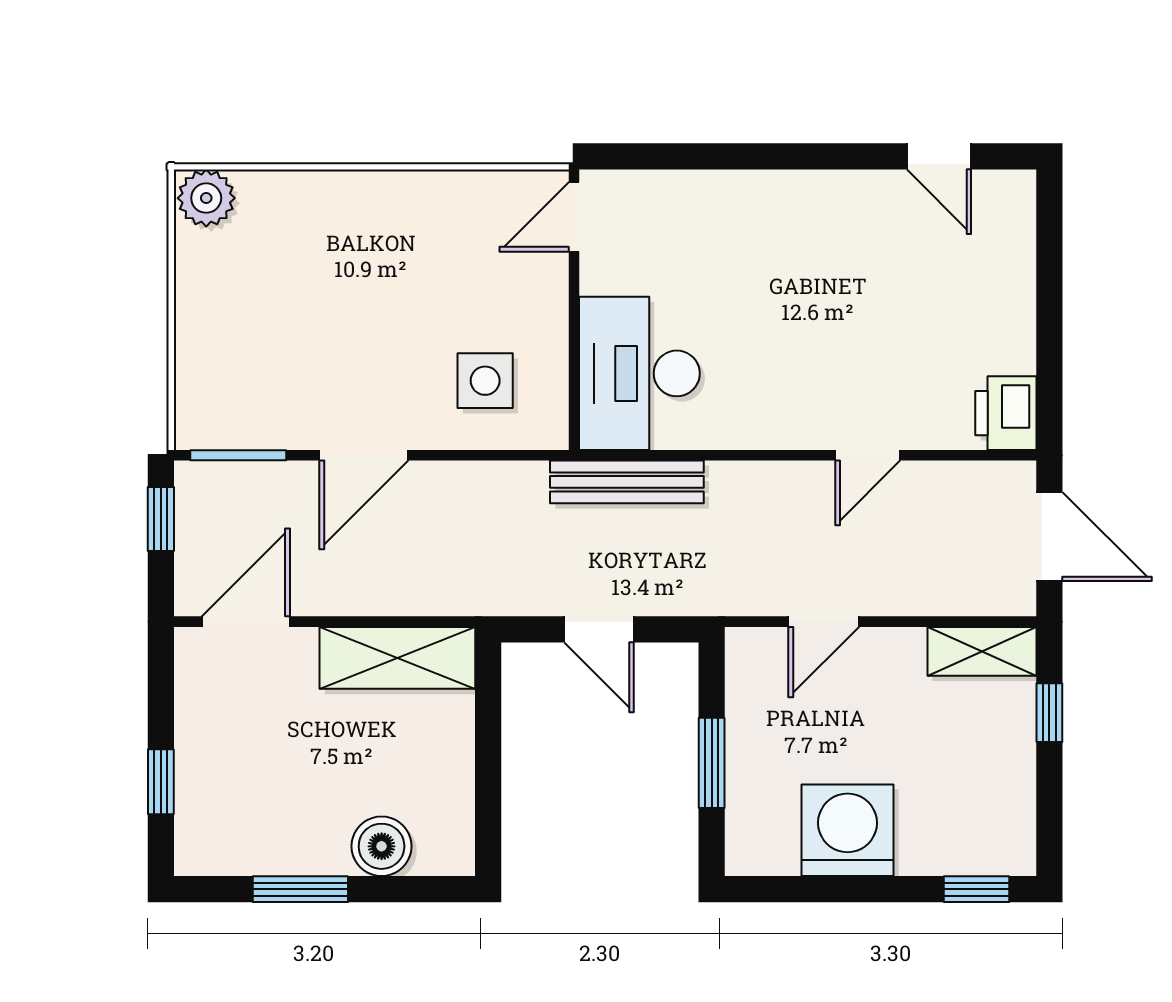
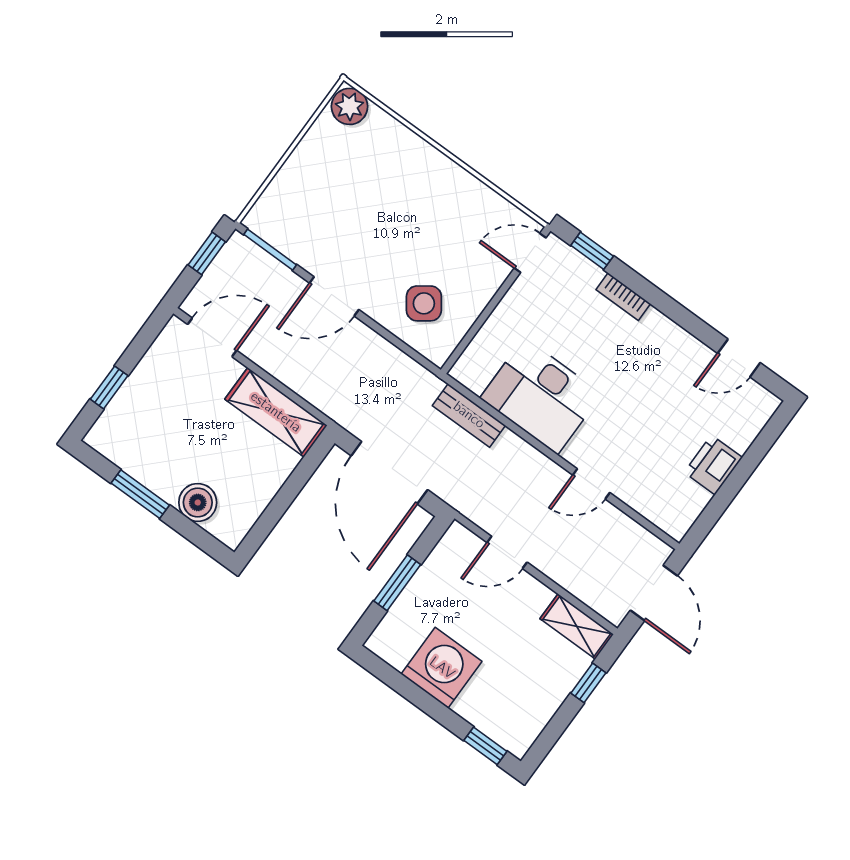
window: (651, 156) -> (592, 251), added
door: (939, 156) -> (739, 358), hinge flipped
bookcase: (734, 186) -> (623, 297), added
desk: (639, 373) -> (541, 396), moved, turned -90
side table: (485, 381) -> (424, 303), turned -36
printer: (1006, 413) -> (713, 465), moved
bench: (627, 482) -> (469, 415), width x0.73
door: (599, 629) -> (389, 473), width x1.87

